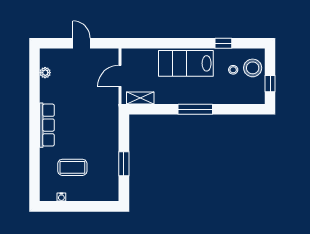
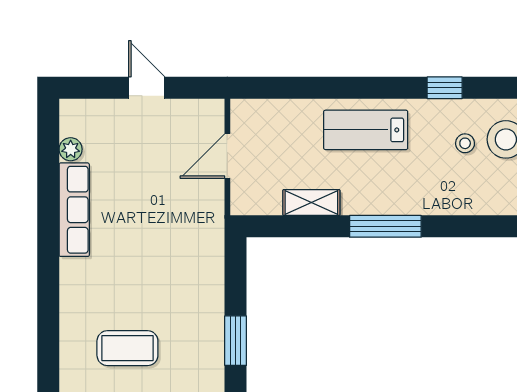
lab bench: (186, 63) -> (366, 130), width x0.73, depth x0.72
shelving: (140, 98) -> (311, 203), moved
row of seats: (47, 125) -> (74, 210), moved

